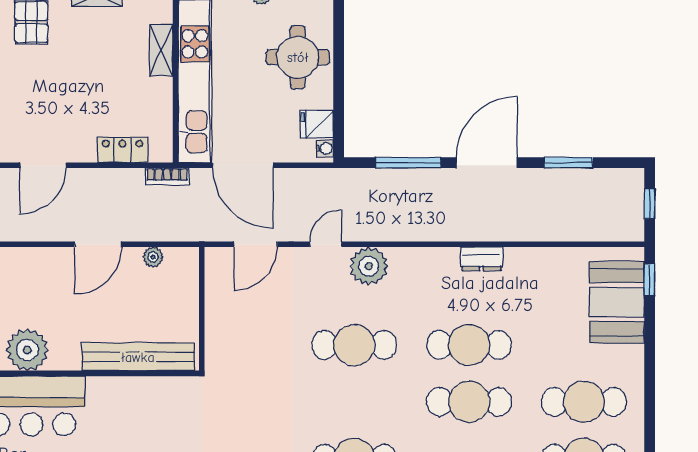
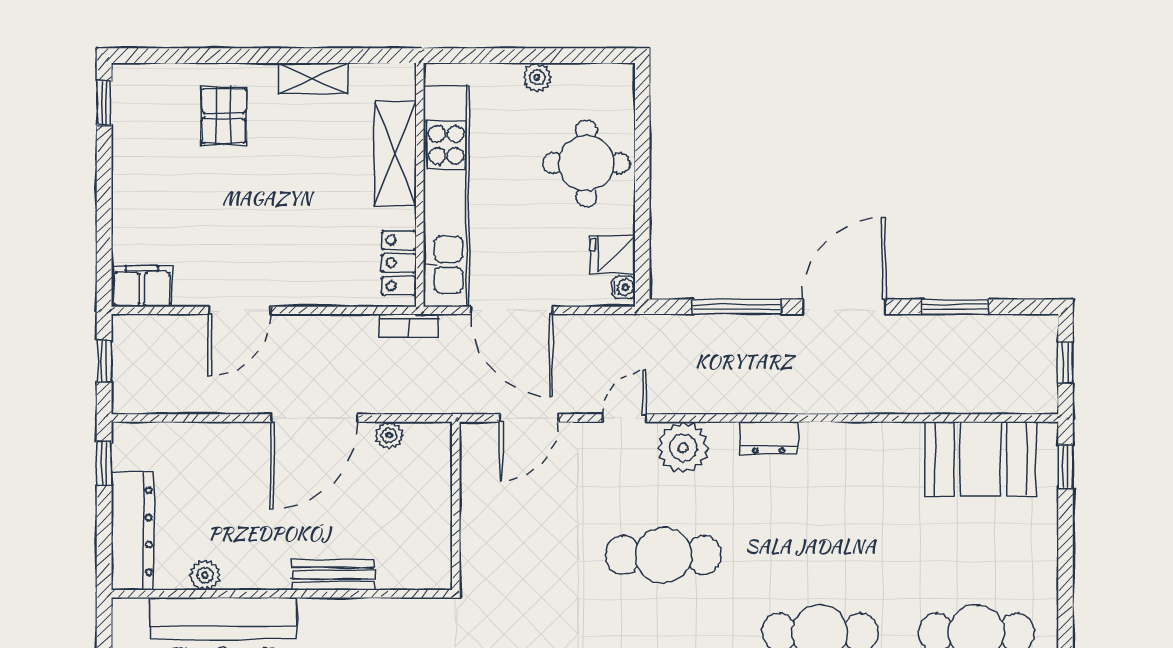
shelving: (161, 50) -> (395, 154), width x1.50, depth x1.33
locker: (123, 150) -> (399, 263), moved, turned -90
door: (98, 244) -> (314, 418), width x1.36
dresser: (482, 259) -> (768, 438), moved
booth: (617, 302) -> (980, 459), moved, turned 90
cafe table: (469, 345) -> (820, 555), removed
plant: (27, 350) -> (205, 575), width x0.53, depth x0.53
bench: (138, 357) -> (333, 574), width x0.54, depth x0.82

